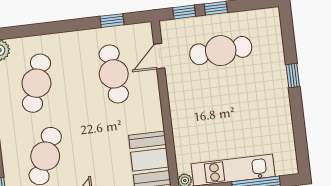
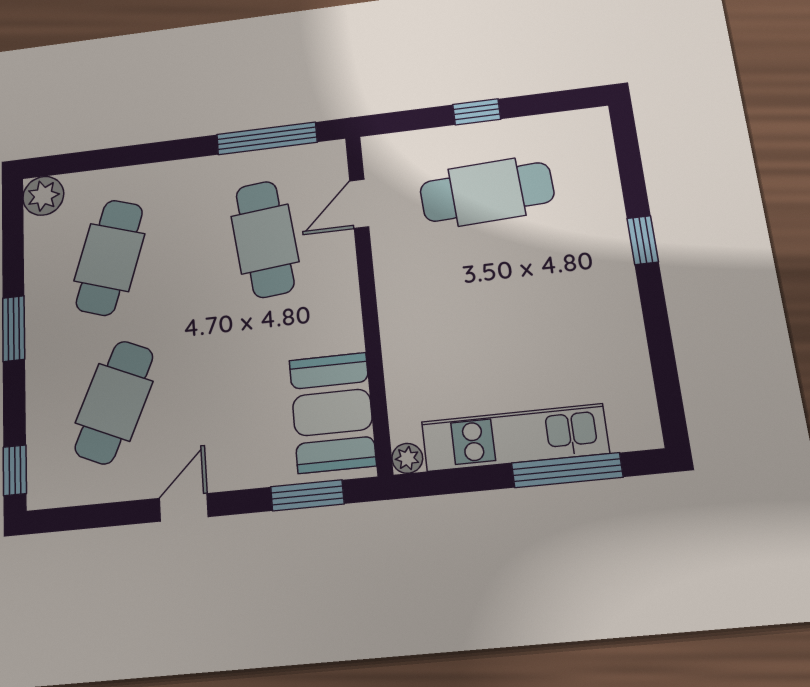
window: (184, 12) -> (412, 120), removed
window: (112, 21) -> (267, 138), width x2.17

